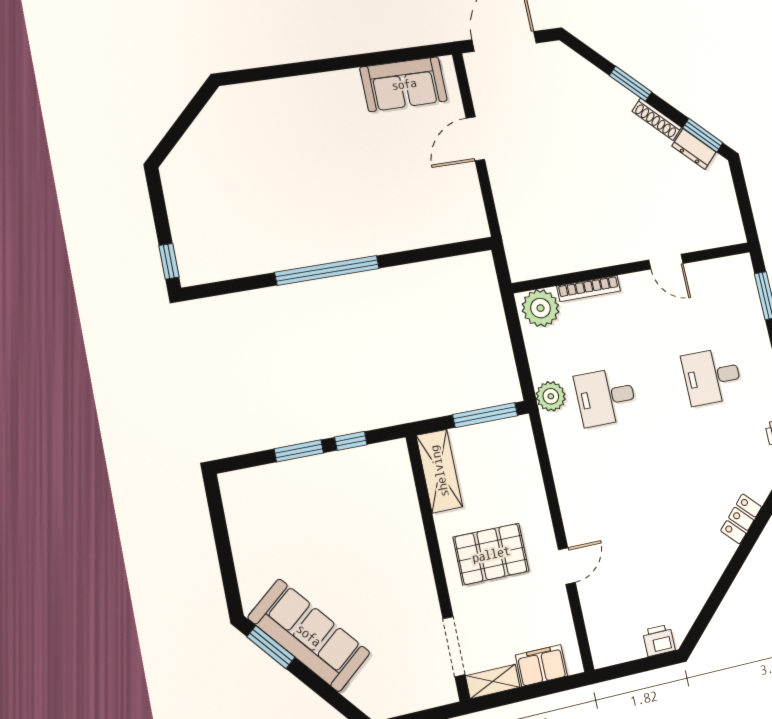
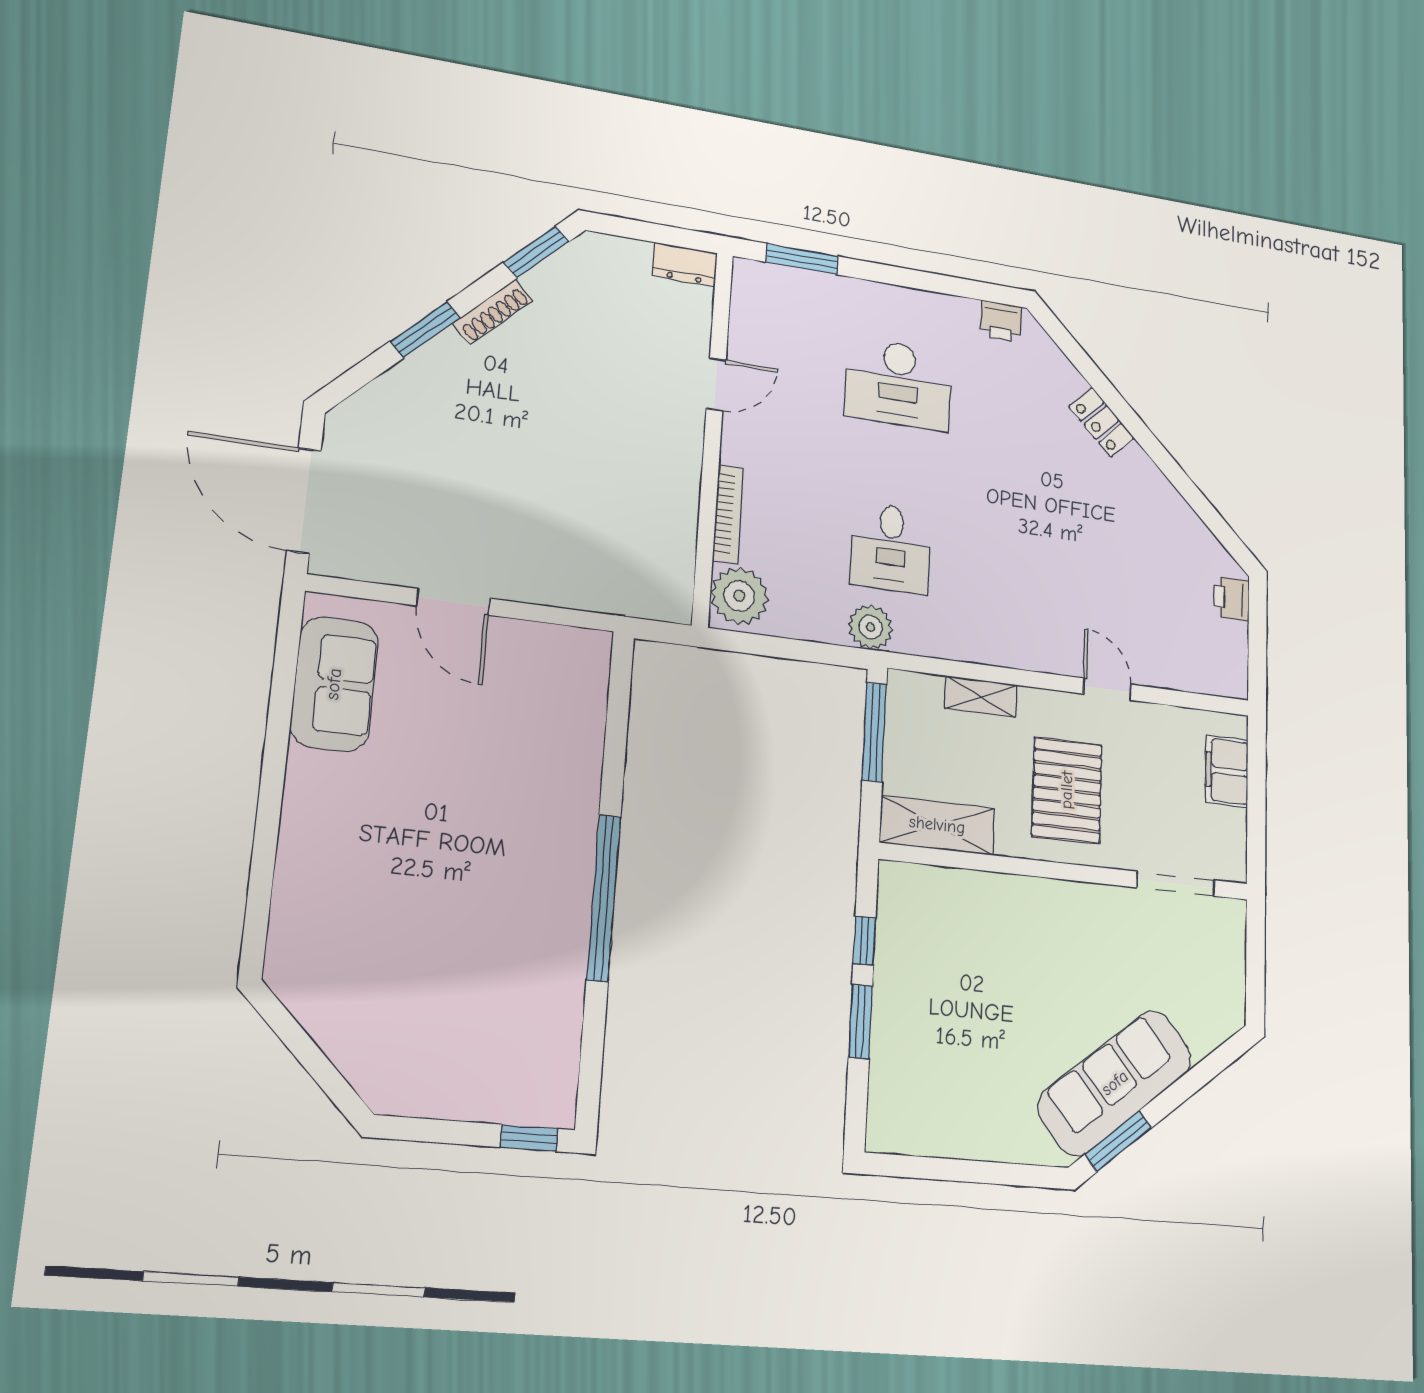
dresser: (694, 149) -> (685, 264), moved, turned 45
desk: (712, 376) -> (898, 384), width x1.37
shelving: (493, 681) -> (981, 697), moved, turned 90

